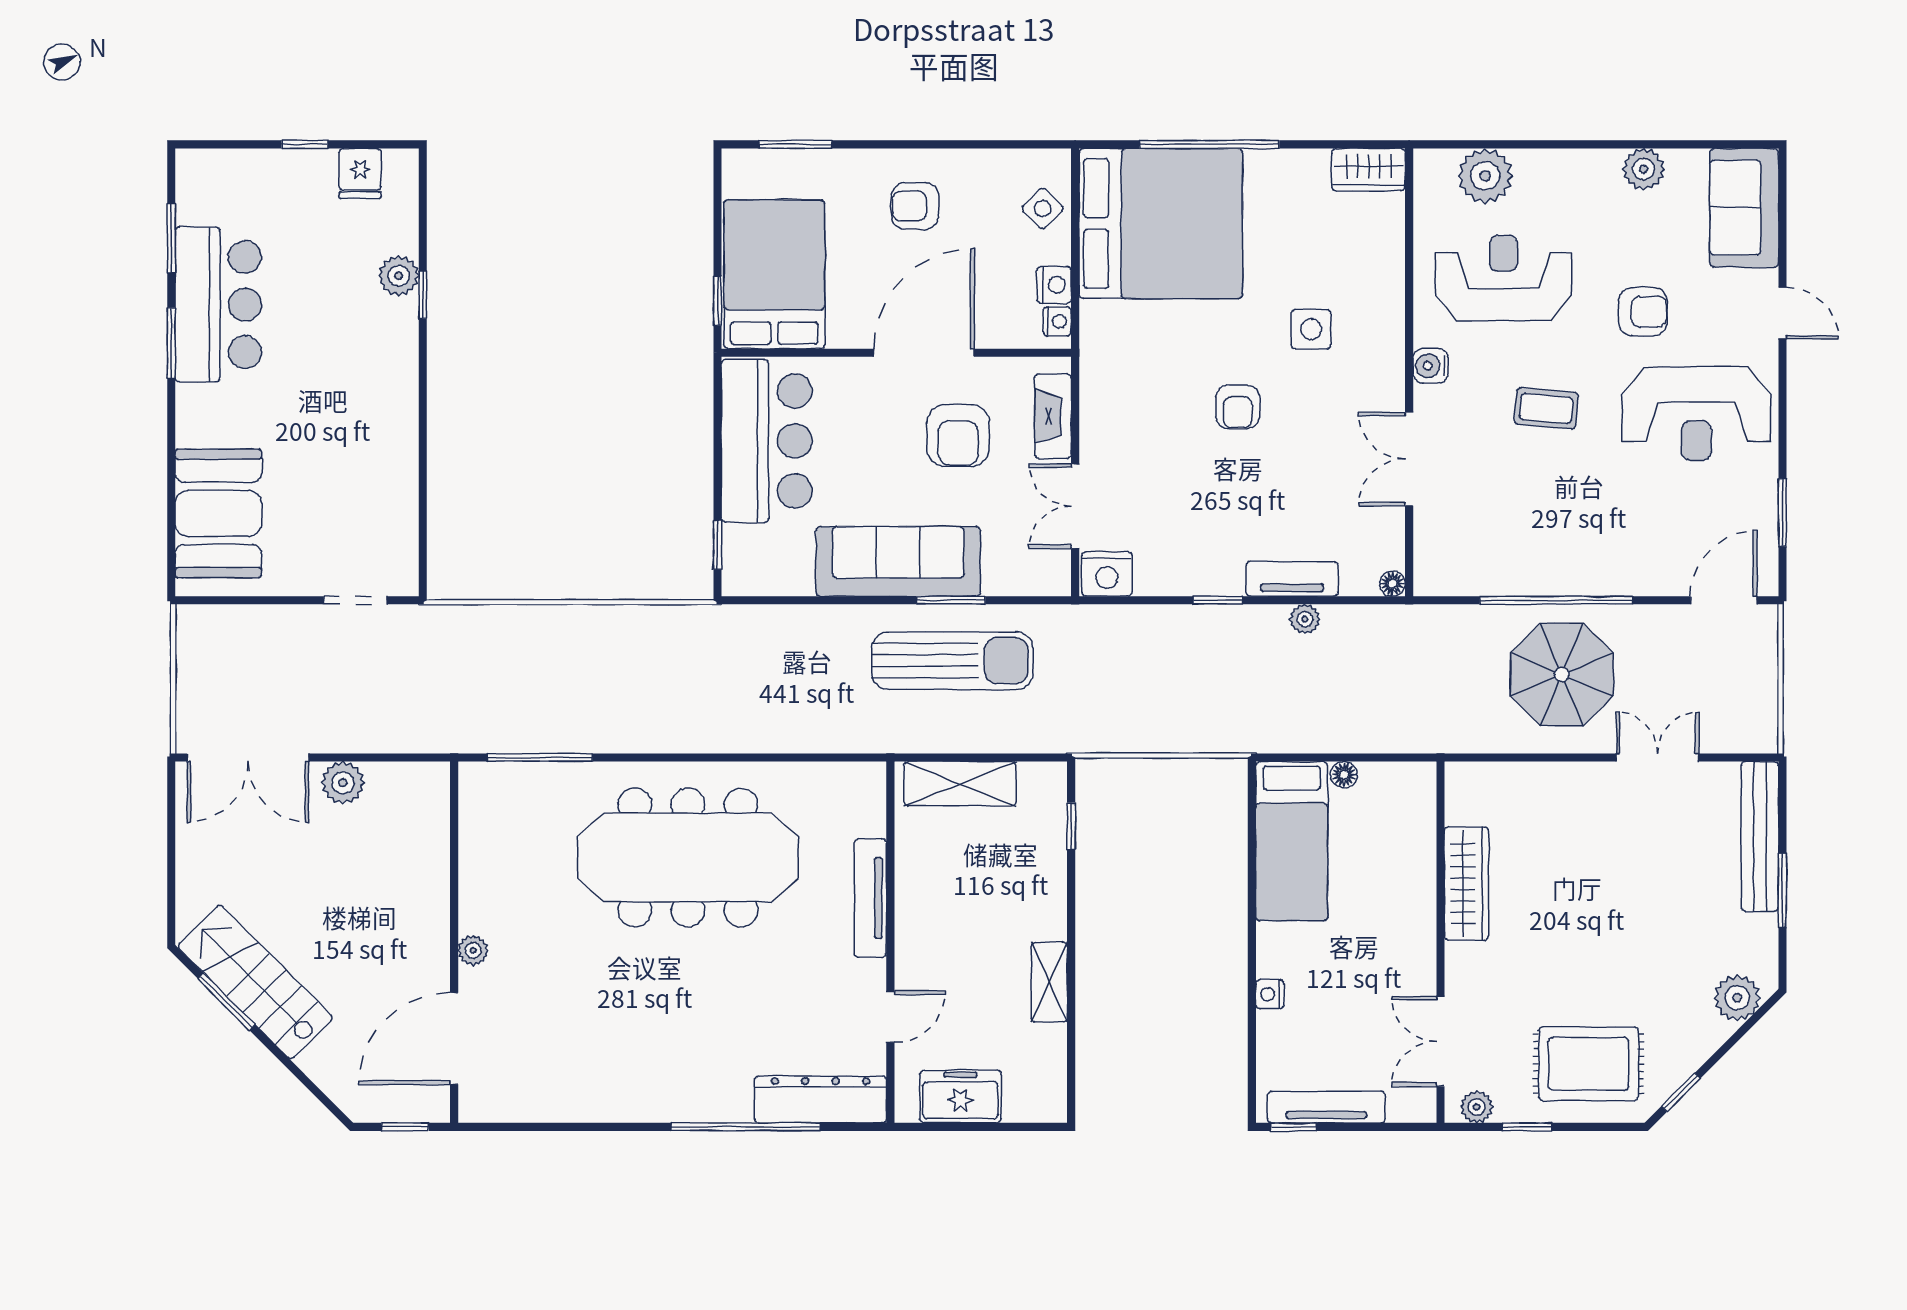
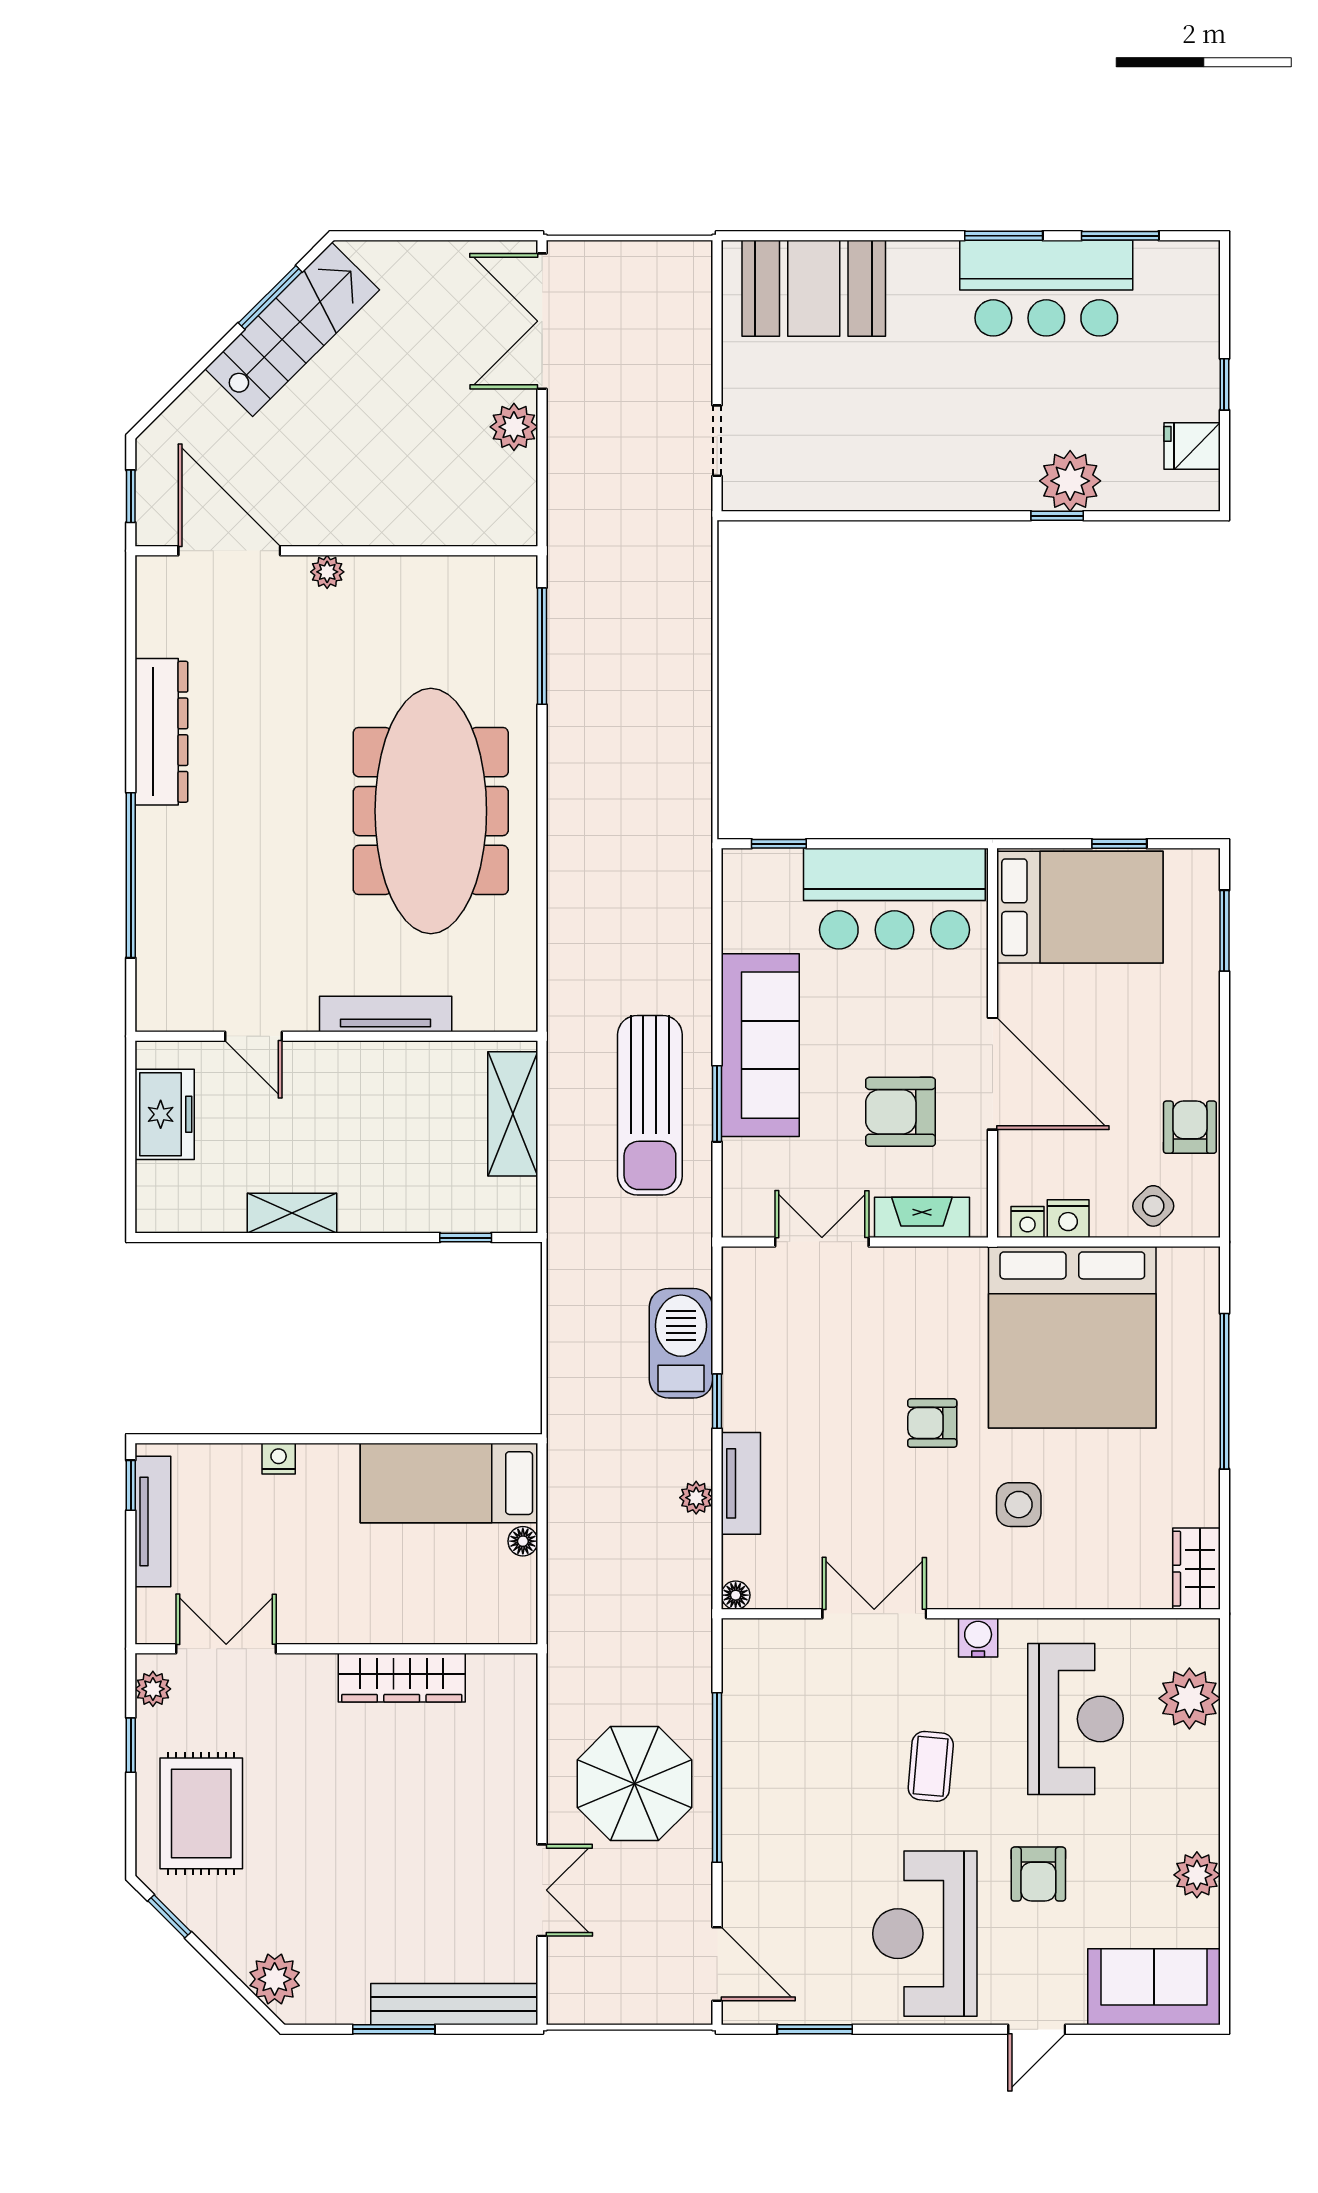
armchair: (915, 206) -> (1190, 1127), moved
bed: (1161, 223) -> (1072, 1337), moved
plant: (399, 276) -> (1070, 481), width x1.36, depth x1.36
window: (717, 301) -> (1119, 844), moved
nightstand: (1107, 574) -> (746, 1277), removed
barbecue: (1166, 633) -> (681, 1343), added
dresser: (820, 1099) -> (161, 732), moved

